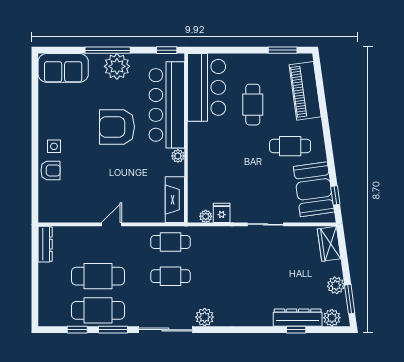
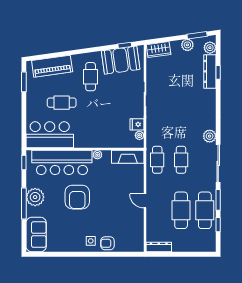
armchair: (51, 170) -> (107, 243), turned -90

